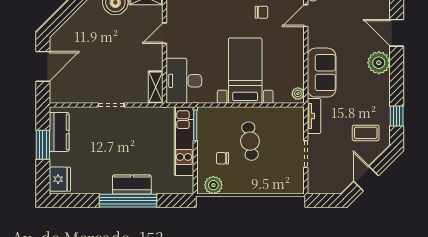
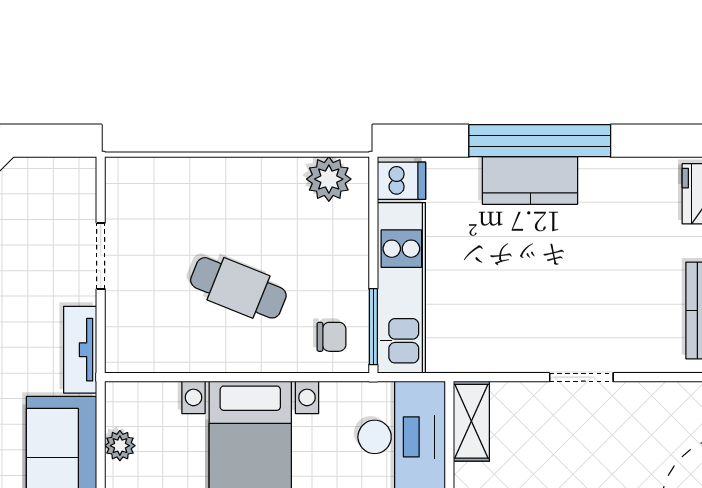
plant: (298, 94) -> (120, 446), moved
cafe table: (250, 141) -> (238, 288), turned -61
chair: (222, 158) -> (332, 337), moved
dishwasher: (184, 184) -> (401, 181), added

